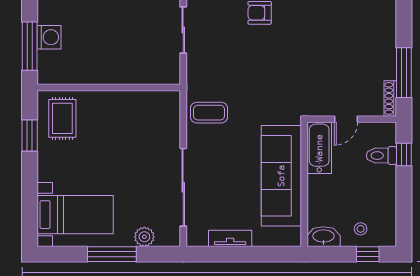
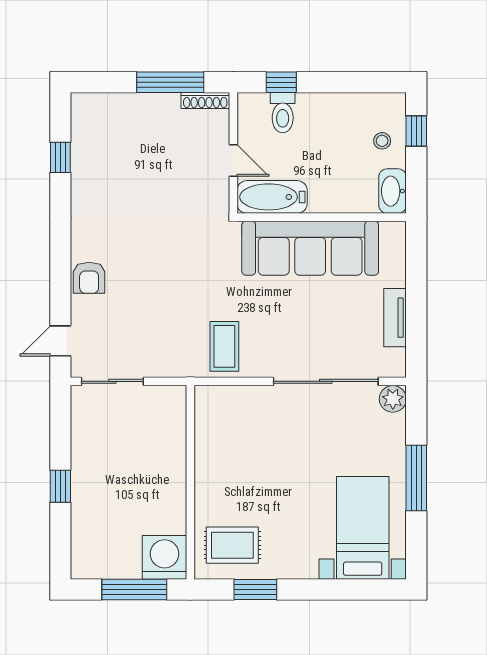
washing machine: (49, 37) -> (164, 557), moved, width x1.37, depth x1.37
plant: (144, 237) -> (393, 399), moved

